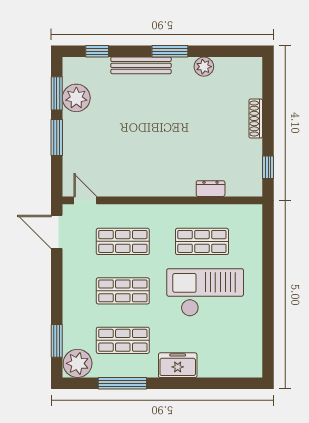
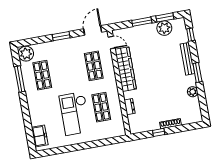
window: (268, 167) -> (159, 132), moved
wardrobe: (140, 183) -> (126, 69), added
door: (85, 200) -> (112, 42), hinge flipped
shop shelf: (123, 291) -> (68, 71), removed
checkout: (205, 292) -> (75, 114), turned 180
window: (57, 341) -> (61, 36), moved
freezer: (178, 365) -> (40, 136), moved

